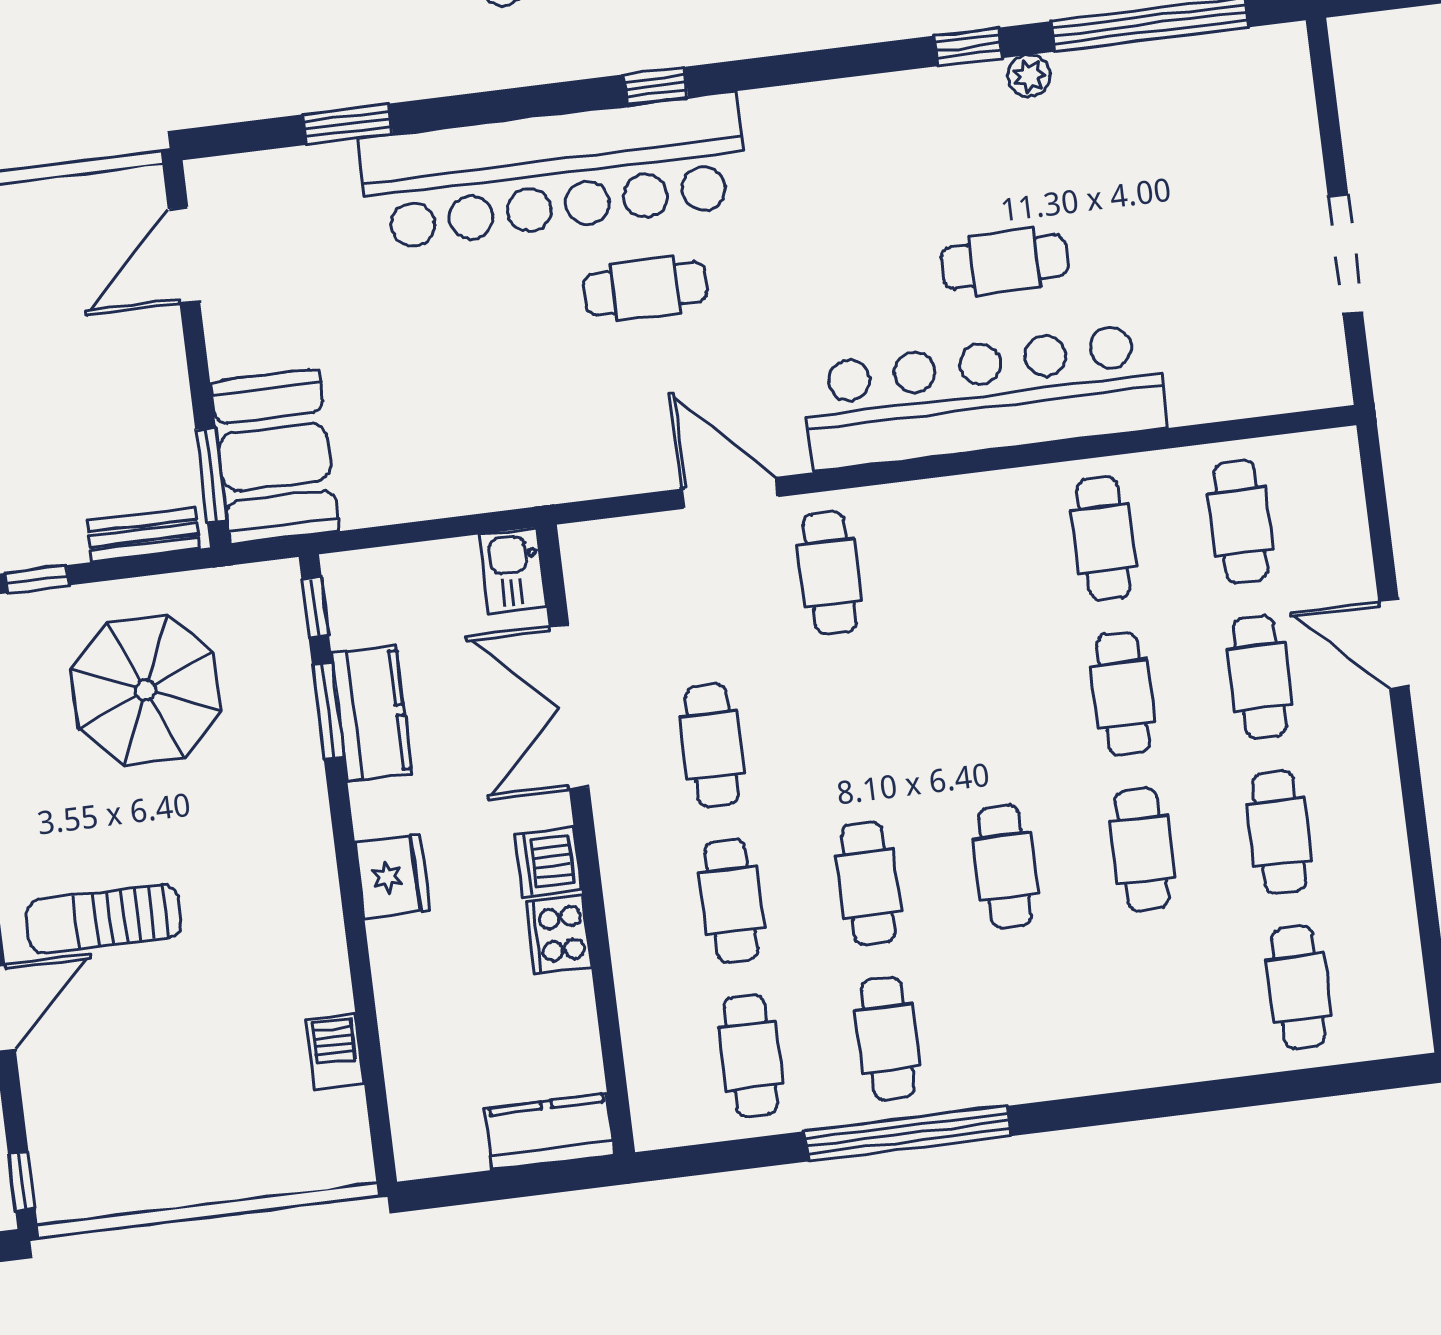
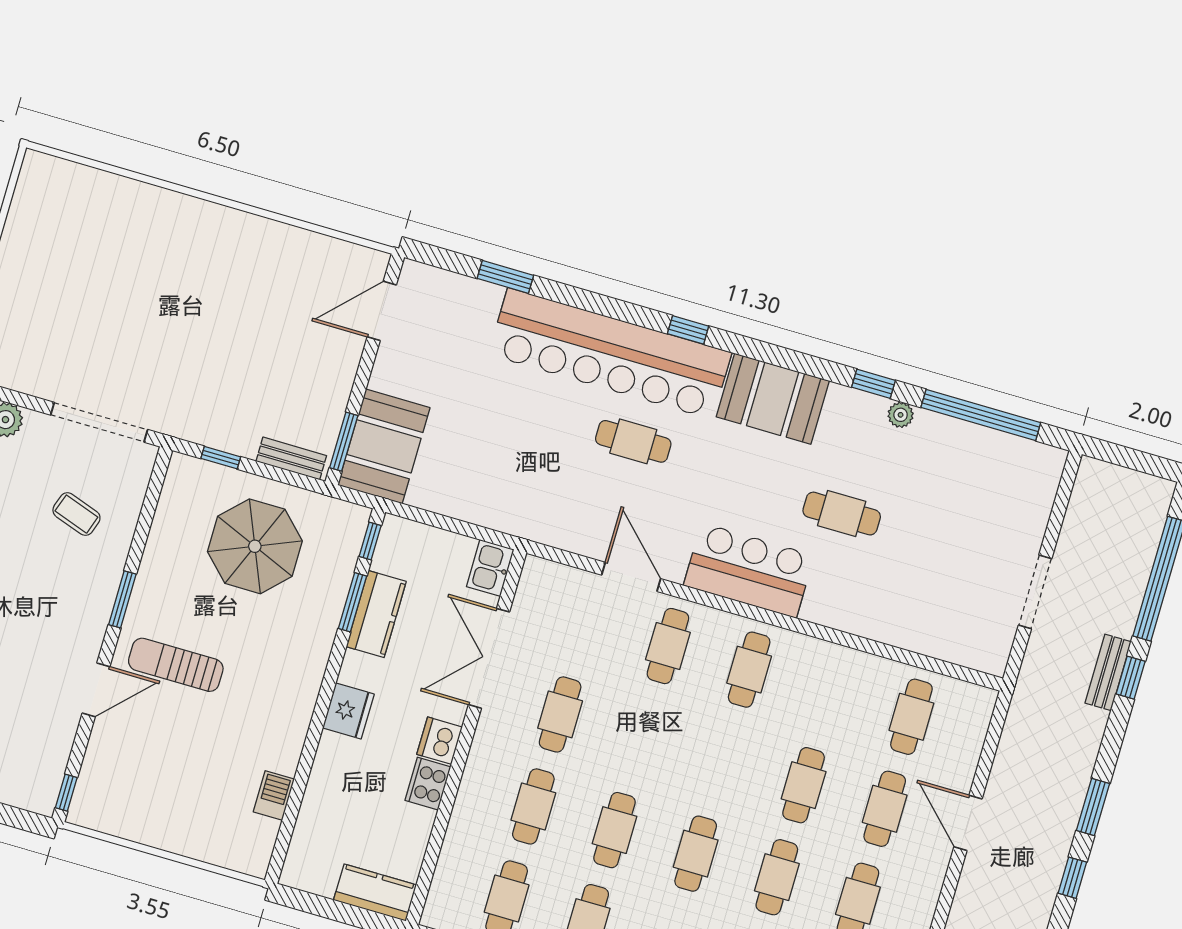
booth: (827, 134) -> (773, 399), added
bar counter: (984, 397) -> (749, 570), width x0.54
cafe table: (1104, 539) -> (749, 670), moved

